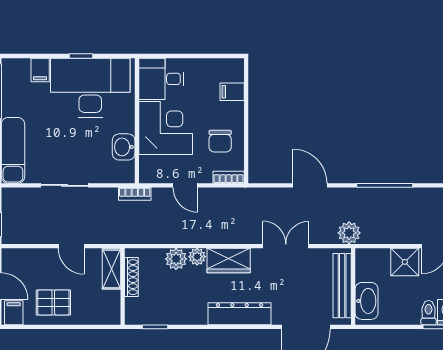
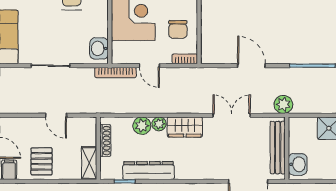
washbasin: (124, 147) -> (99, 48), moved
bookcase: (135, 194) -> (115, 73), width x1.56
shelving: (112, 269) -> (89, 163), moved
washbasin: (367, 301) -> (298, 164), width x0.72
pallet: (53, 302) -> (41, 161), turned 90
dresser: (240, 314) -> (148, 171), moved

